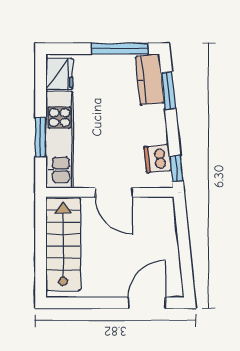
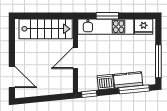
kitchen counter: (150, 80) -> (128, 80), moved
window: (168, 91) -> (134, 89), width x1.44
dishwasher: (158, 159) -> (106, 82), moved

